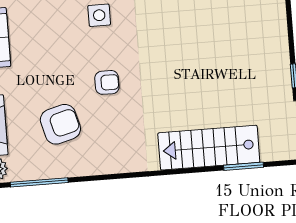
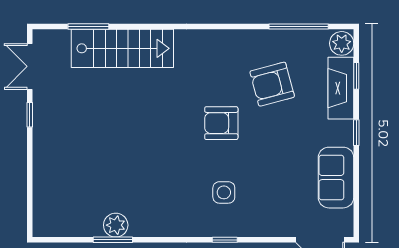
armchair: (107, 82) -> (221, 123), width x1.38, depth x1.38

